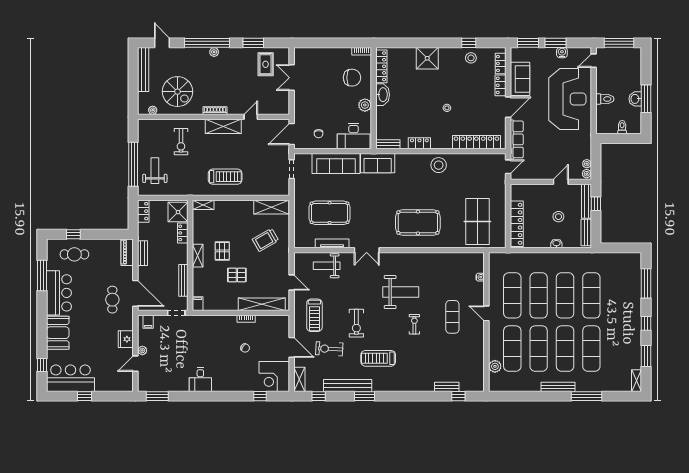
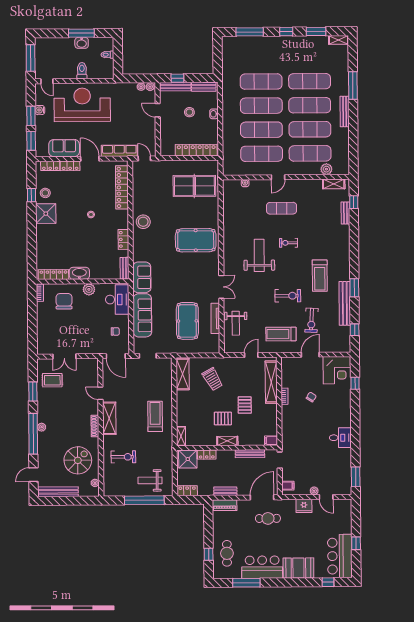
shower: (427, 58) -> (46, 214), moved
pool table: (418, 223) -> (196, 240), turned 90
treadmill: (314, 315) -> (281, 334), turned 180
shelving: (299, 379) -> (334, 184), moved

